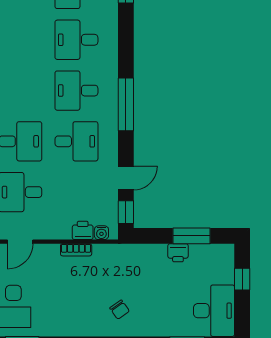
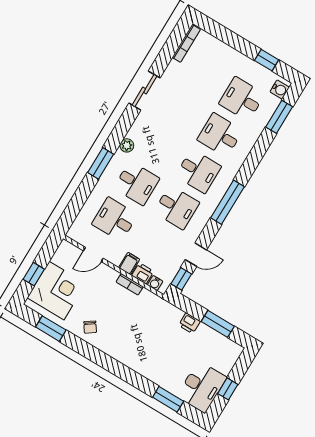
desk: (76, 91) -> (198, 171), turned 180
filing cabinet: (63, 229) -> (129, 263), added
printer: (178, 253) -> (189, 323), moved
window: (242, 279) -> (228, 389), moved
chair: (120, 310) -> (90, 327), moved

